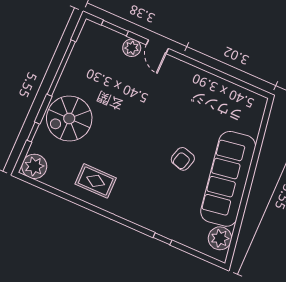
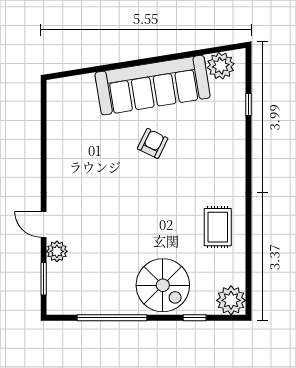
door: (157, 47) -> (44, 224), swing flipped
armchair: (183, 159) -> (153, 143), turned -80
window: (163, 239) -> (248, 105), moved

